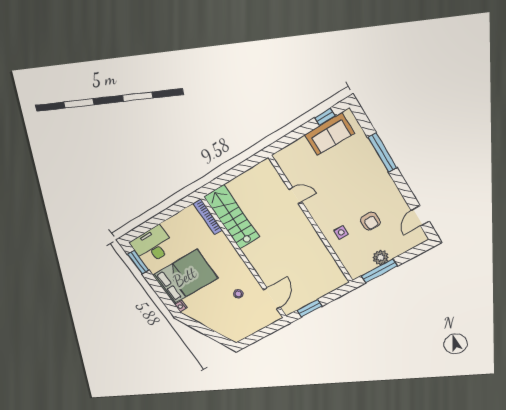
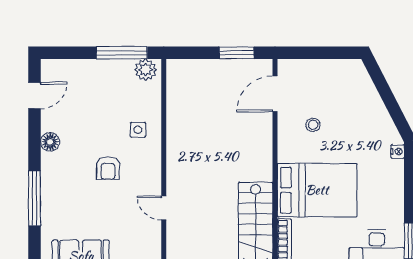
floor lamp: (393, 193) -> (50, 142), added
armchair: (370, 221) -> (108, 168), moved, turned 180
plant: (381, 257) -> (146, 70), moved
bed: (185, 277) -> (317, 190), moved, turned 180

